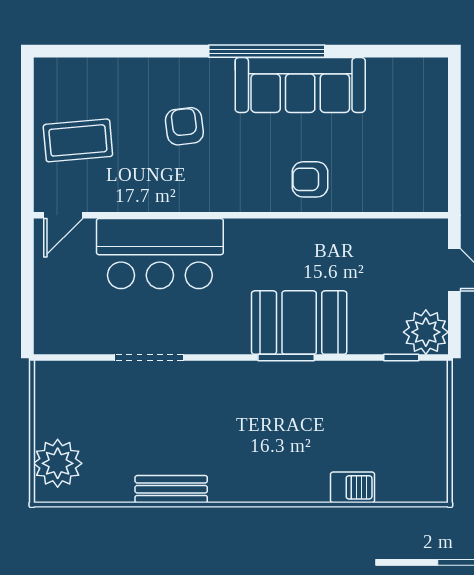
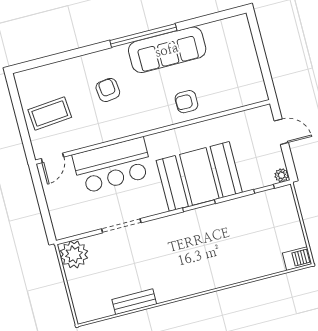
booth: (299, 323) -> (199, 176), width x1.36, depth x1.42
plant: (426, 332) -> (282, 175), width x0.53, depth x0.53
plant: (58, 463) -> (74, 254), moved
barbecue: (352, 487) -> (297, 259), moved
bench: (171, 489) -> (134, 302), moved

